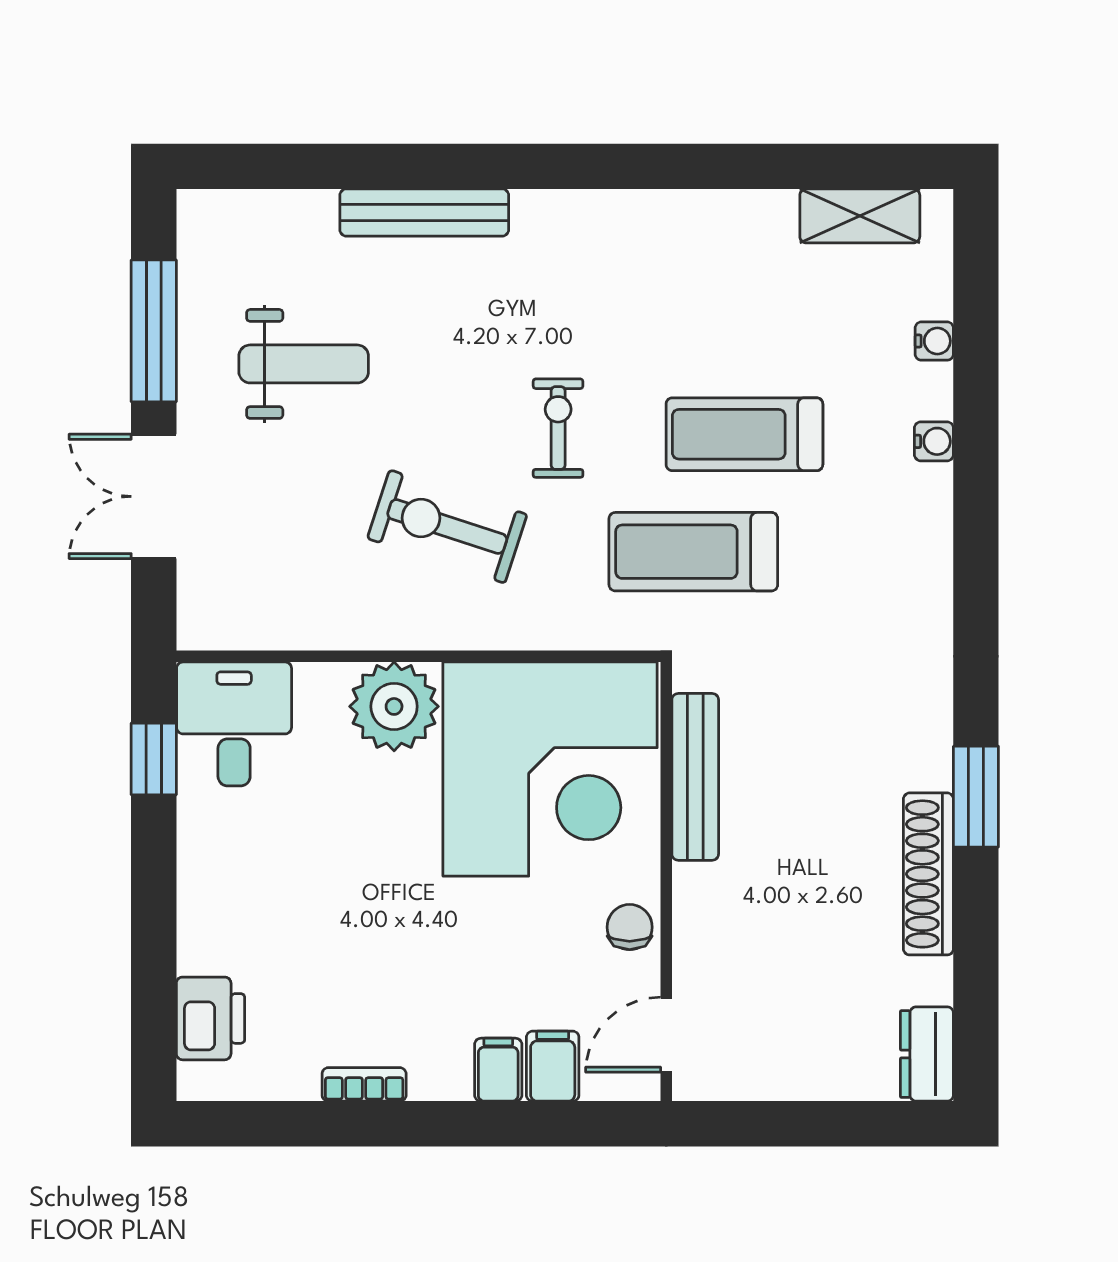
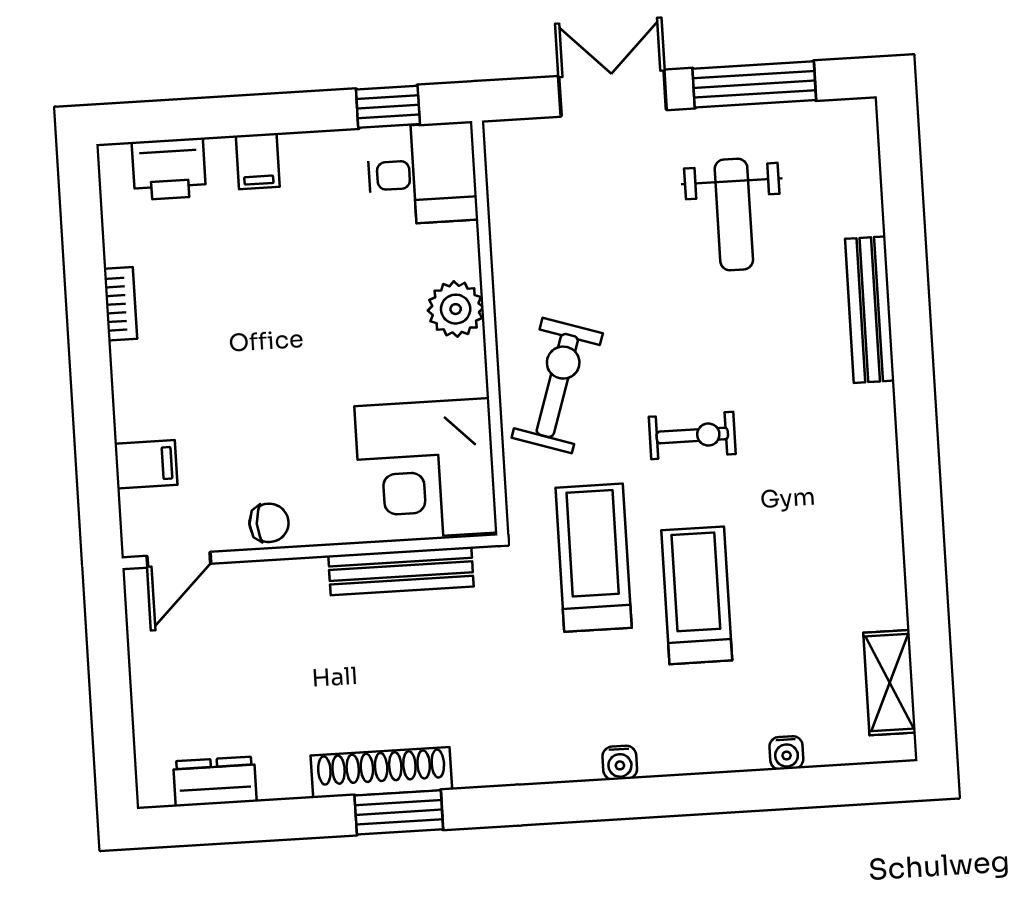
water cooler: (934, 441) -> (620, 763), moved
exercise bike: (447, 527) -> (557, 385), moved
plant: (394, 706) -> (456, 309), width x0.73, depth x0.73
corner desk: (550, 769) -> (426, 469), width x0.74, depth x0.74
shoe rack: (928, 874) -> (381, 773), moved
door: (666, 1035) -> (179, 560), swing flipped
dresser: (927, 1054) -> (215, 781), moved
filing cabinet: (498, 1070) -> (258, 161), moved, turned 90

